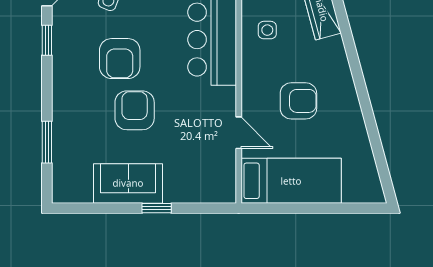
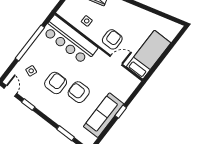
armchair: (120, 59) -> (56, 83), turned -90
armchair: (298, 101) -> (112, 39), moved
sofa: (128, 183) -> (104, 115), width x1.36

